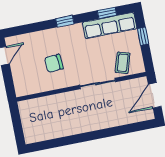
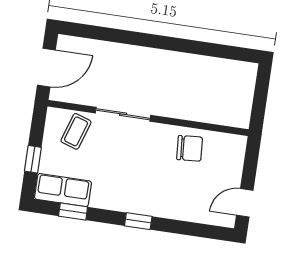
row of seats: (110, 25) -> (63, 190), width x0.68
chair: (54, 63) -> (190, 148), moved

